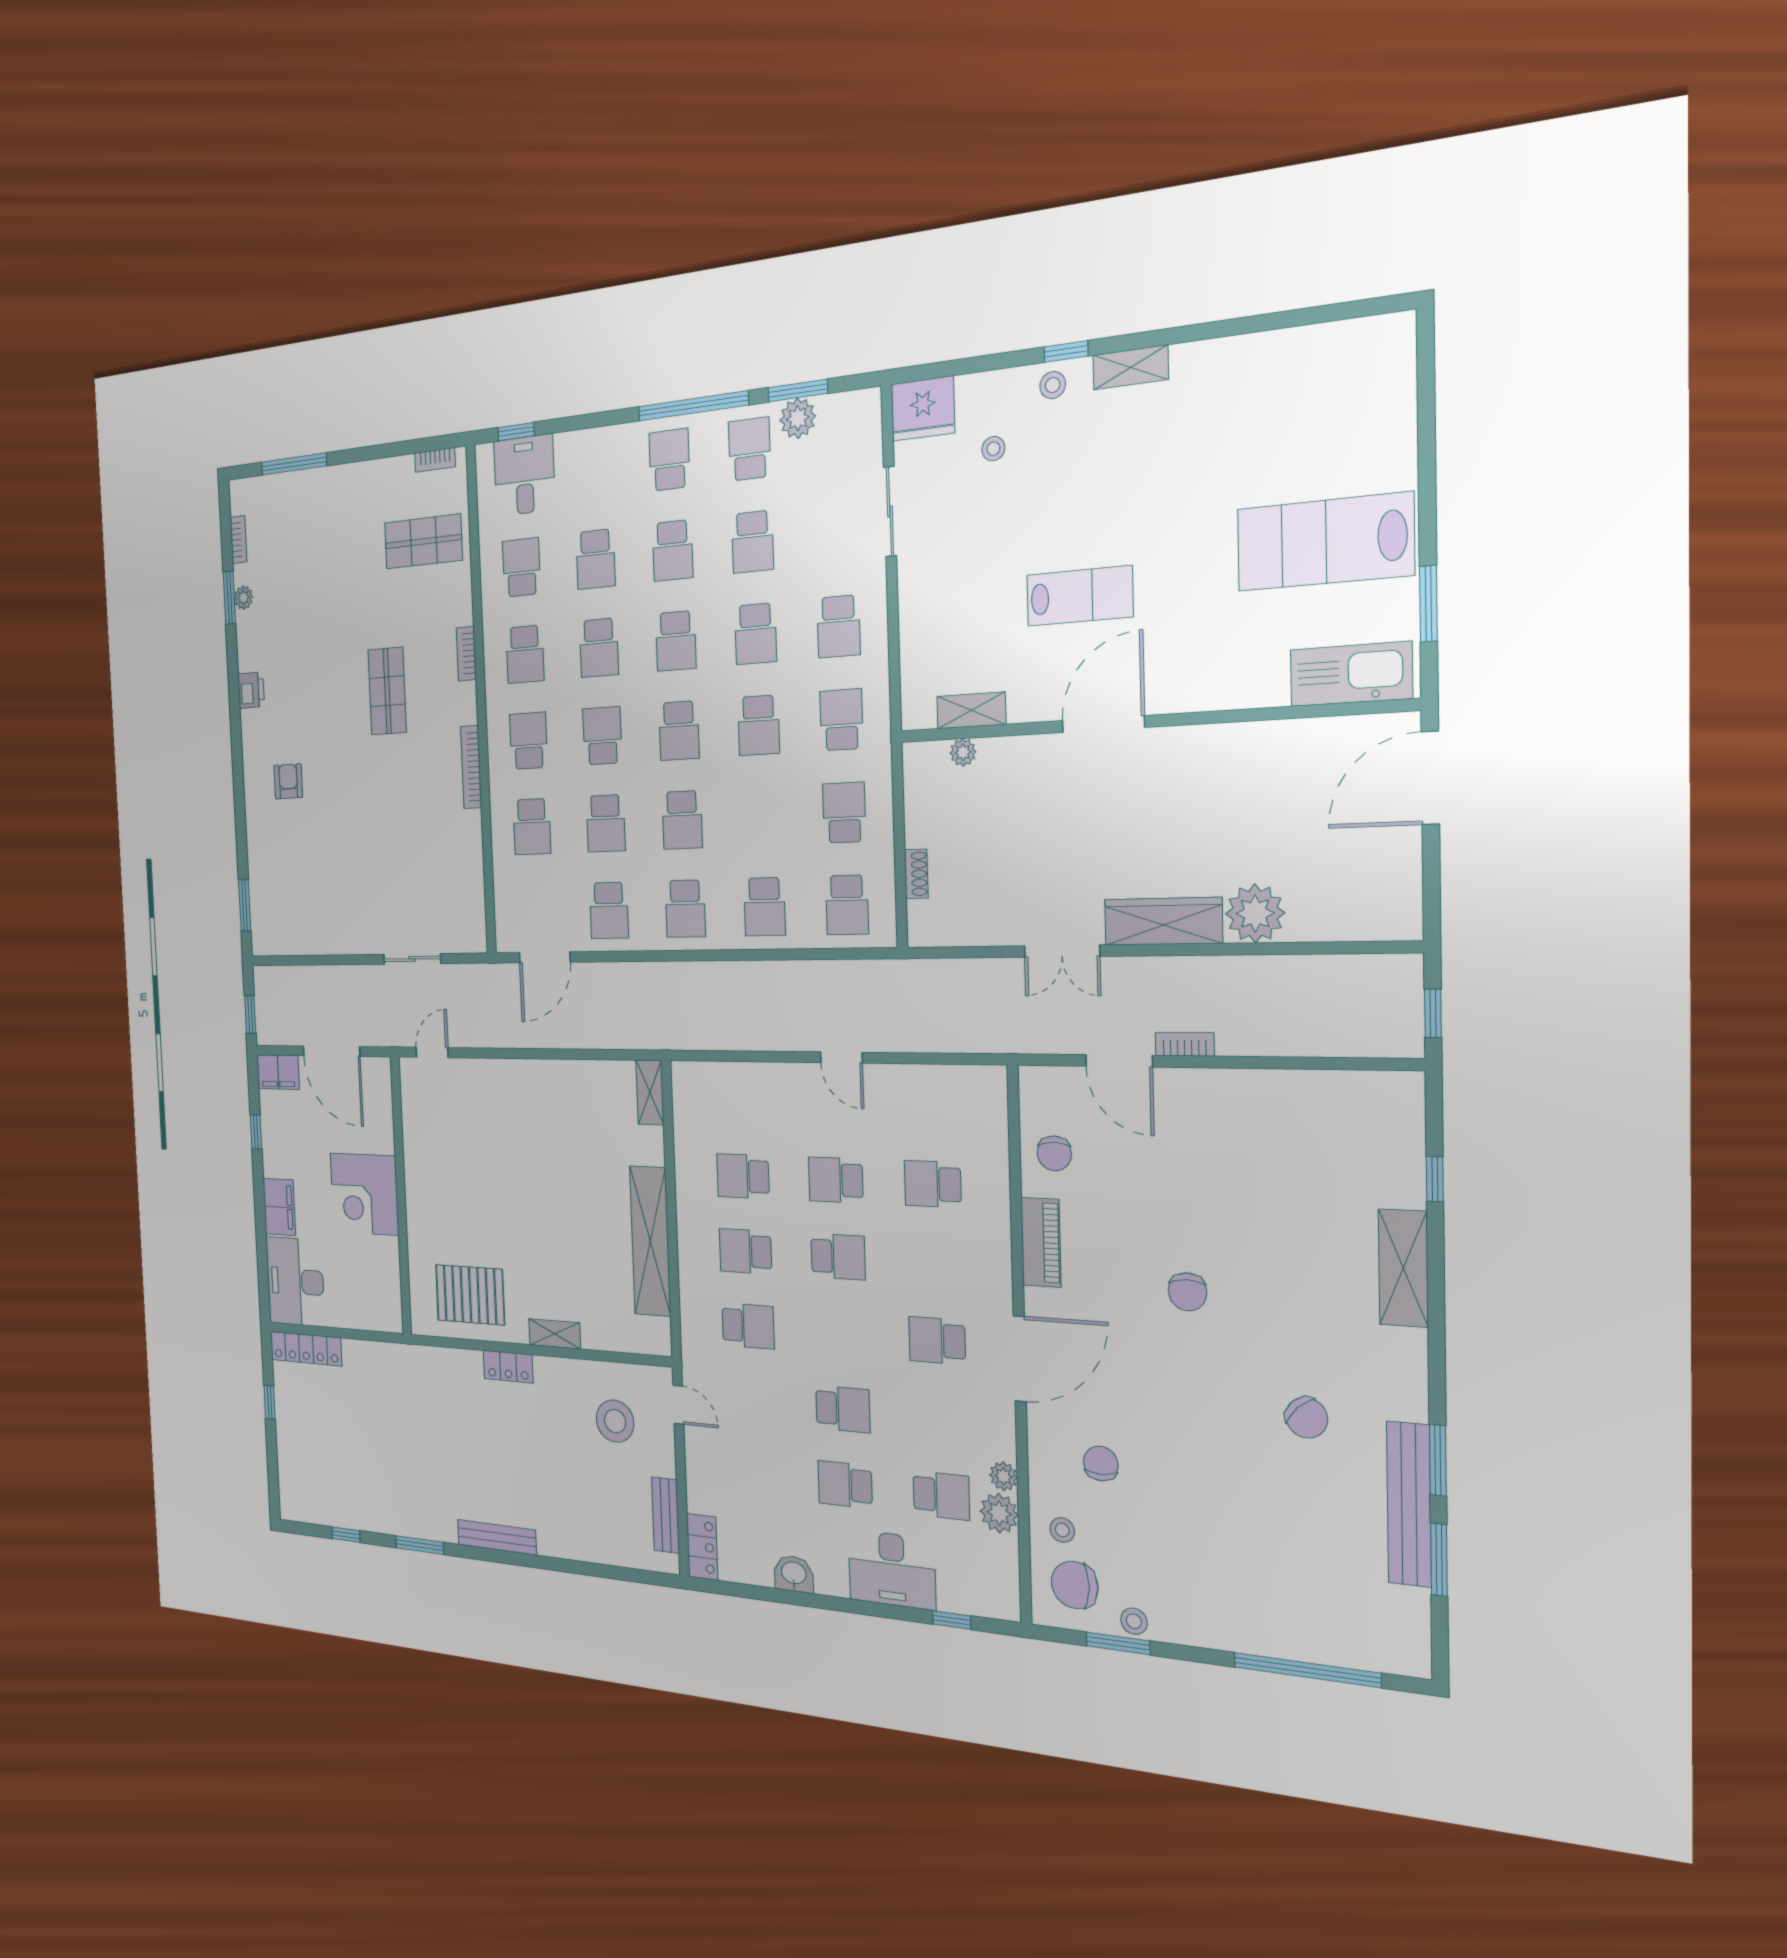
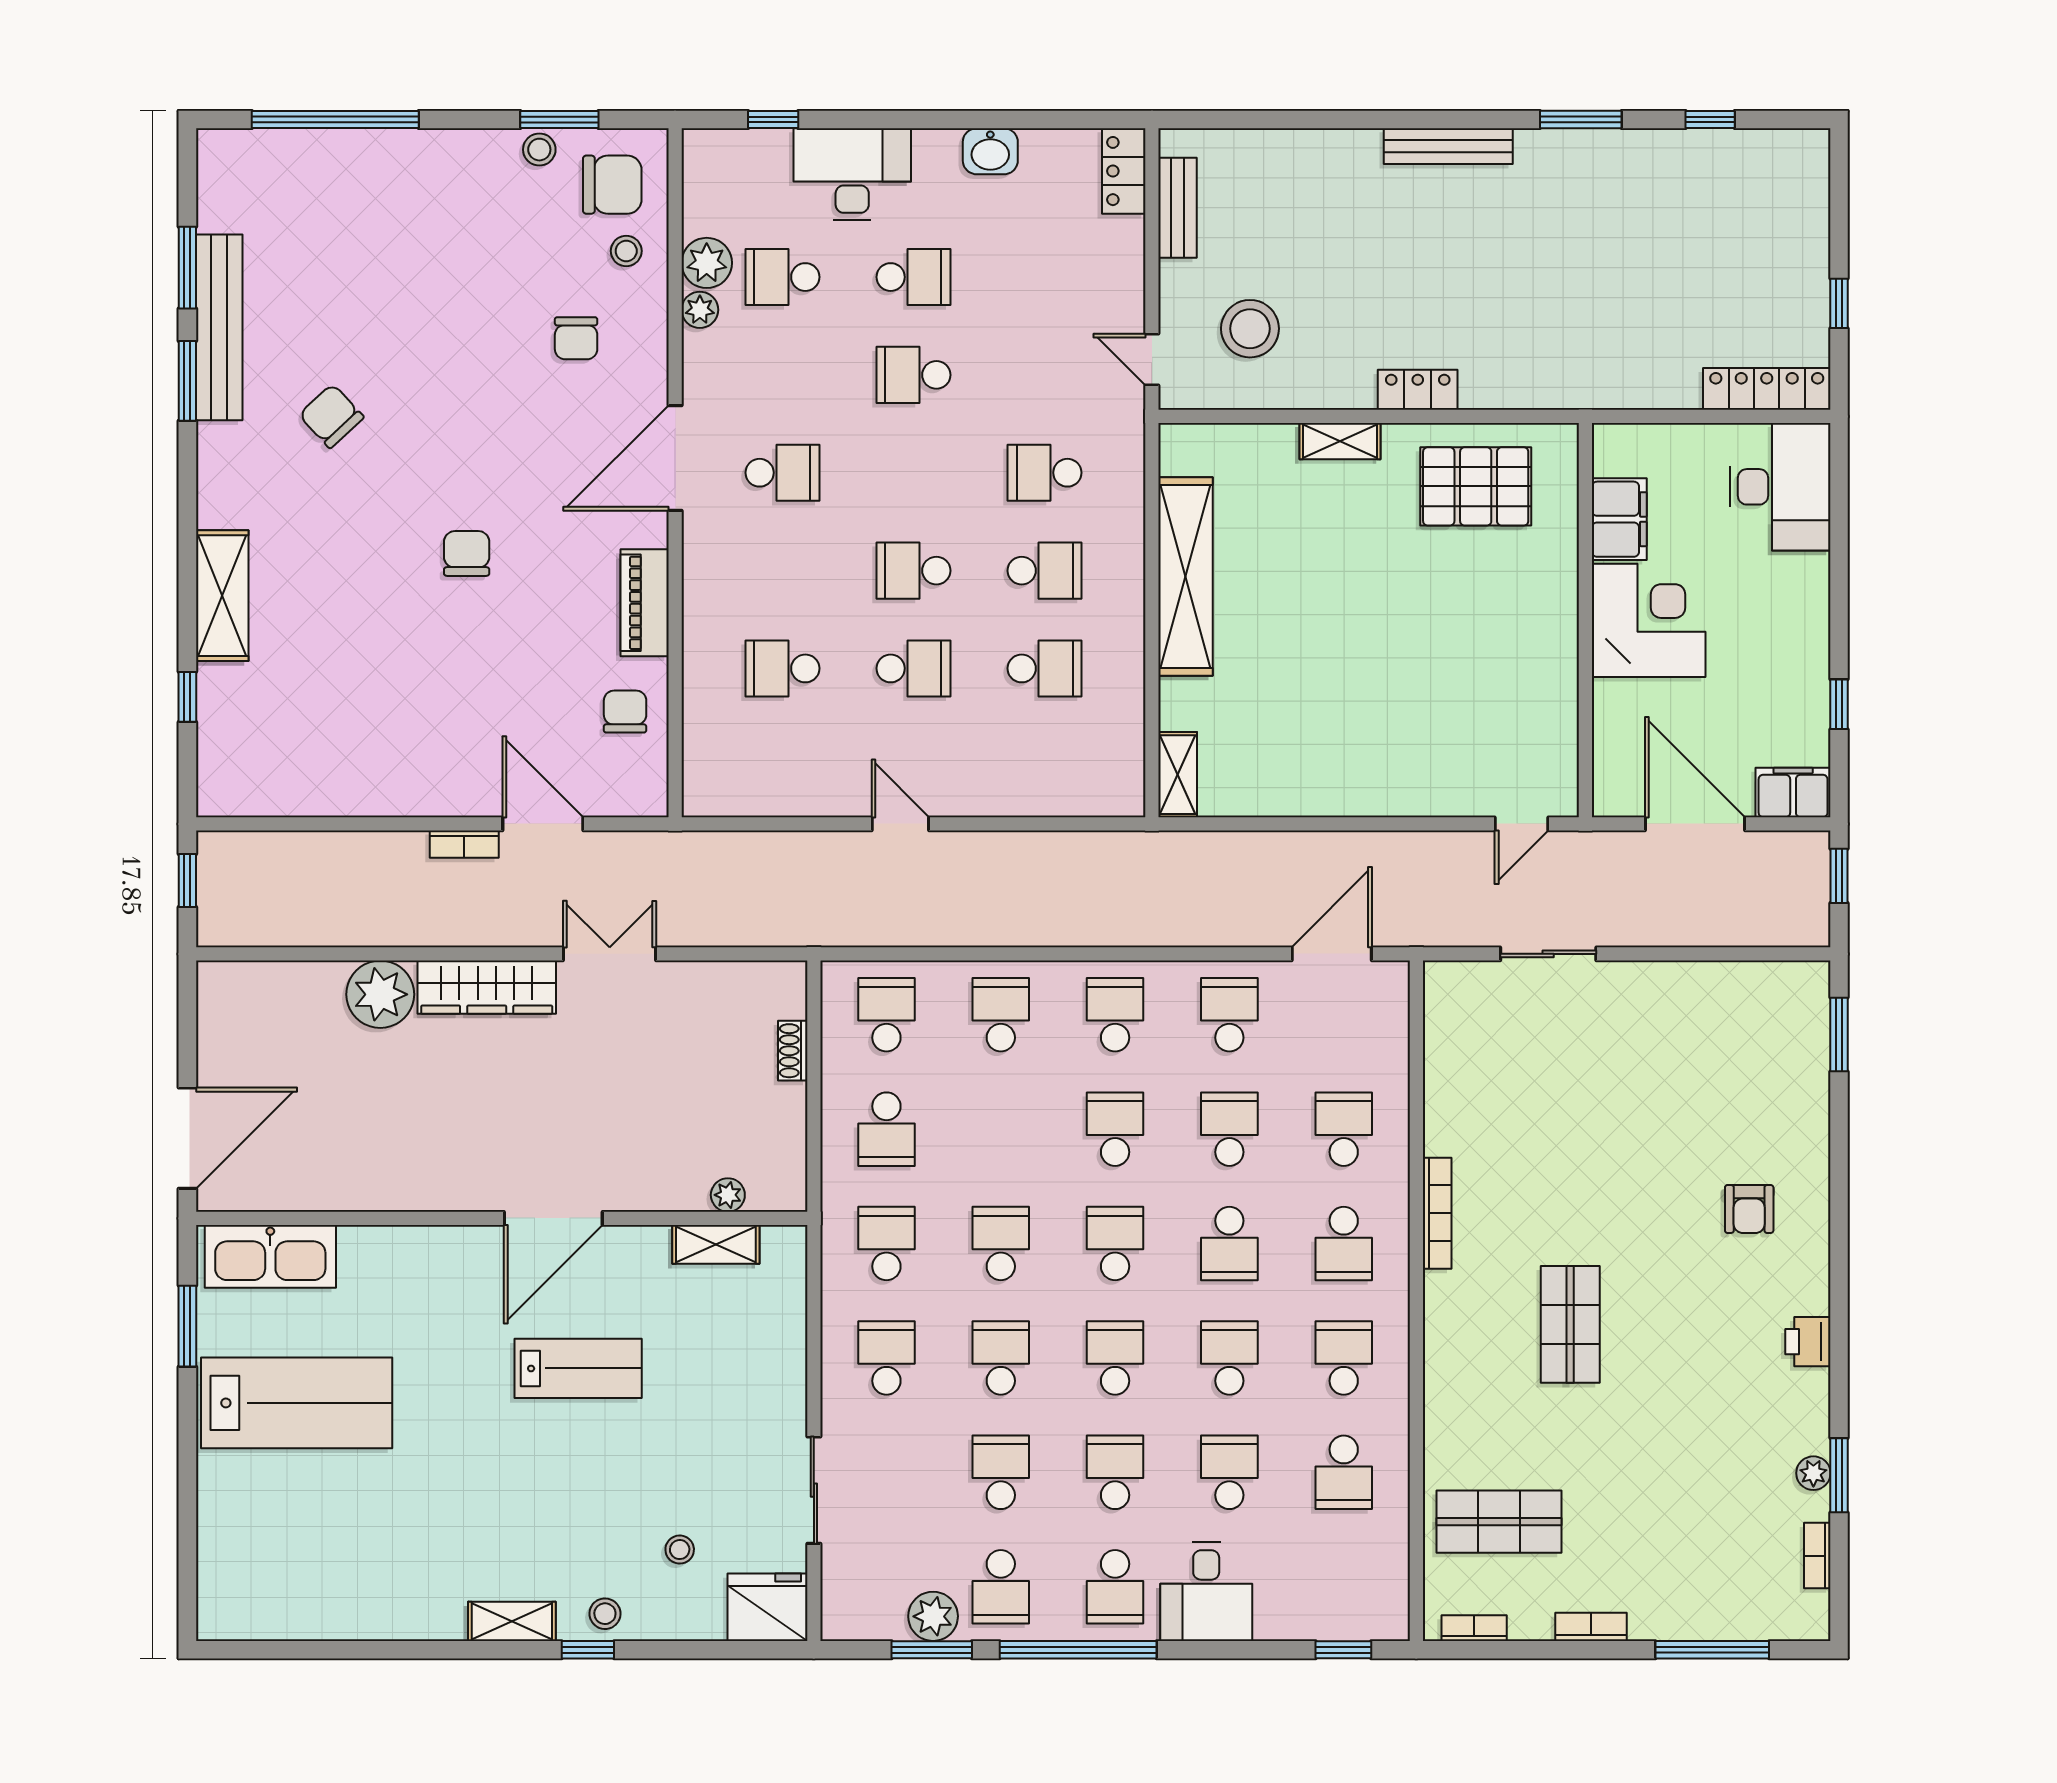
desk: (524, 475) -> (1206, 1592), moved
lab bench: (1080, 596) -> (578, 1368), turned 180
bookcase: (466, 654) -> (1591, 1627), moved, turned -90
school desk: (841, 720) -> (886, 1244), turned 180
school desk: (933, 1184) -> (782, 668), turned 180
filing cabinet: (279, 1207) -> (1619, 519), moved, turned 180

